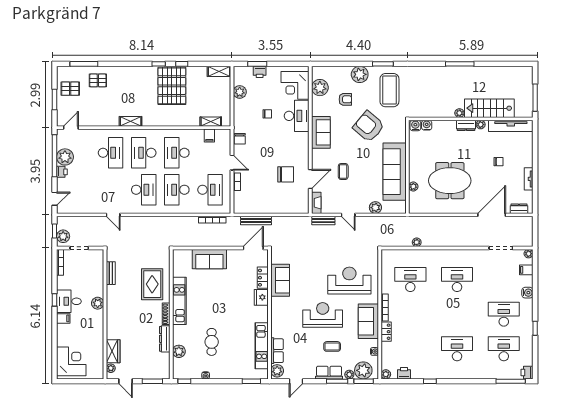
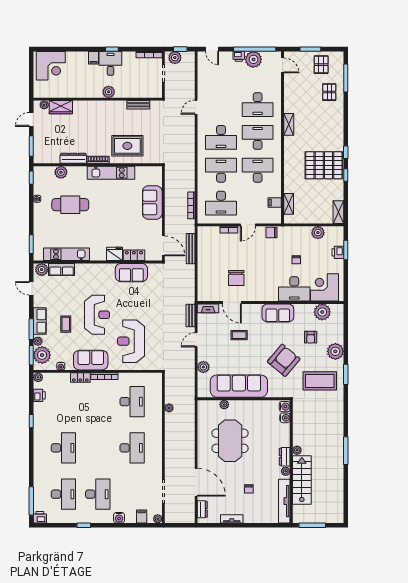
reception desk: (349, 281) -> (131, 341), turned 180
cafe table: (212, 342) -> (70, 205), width x1.37, depth x1.35

